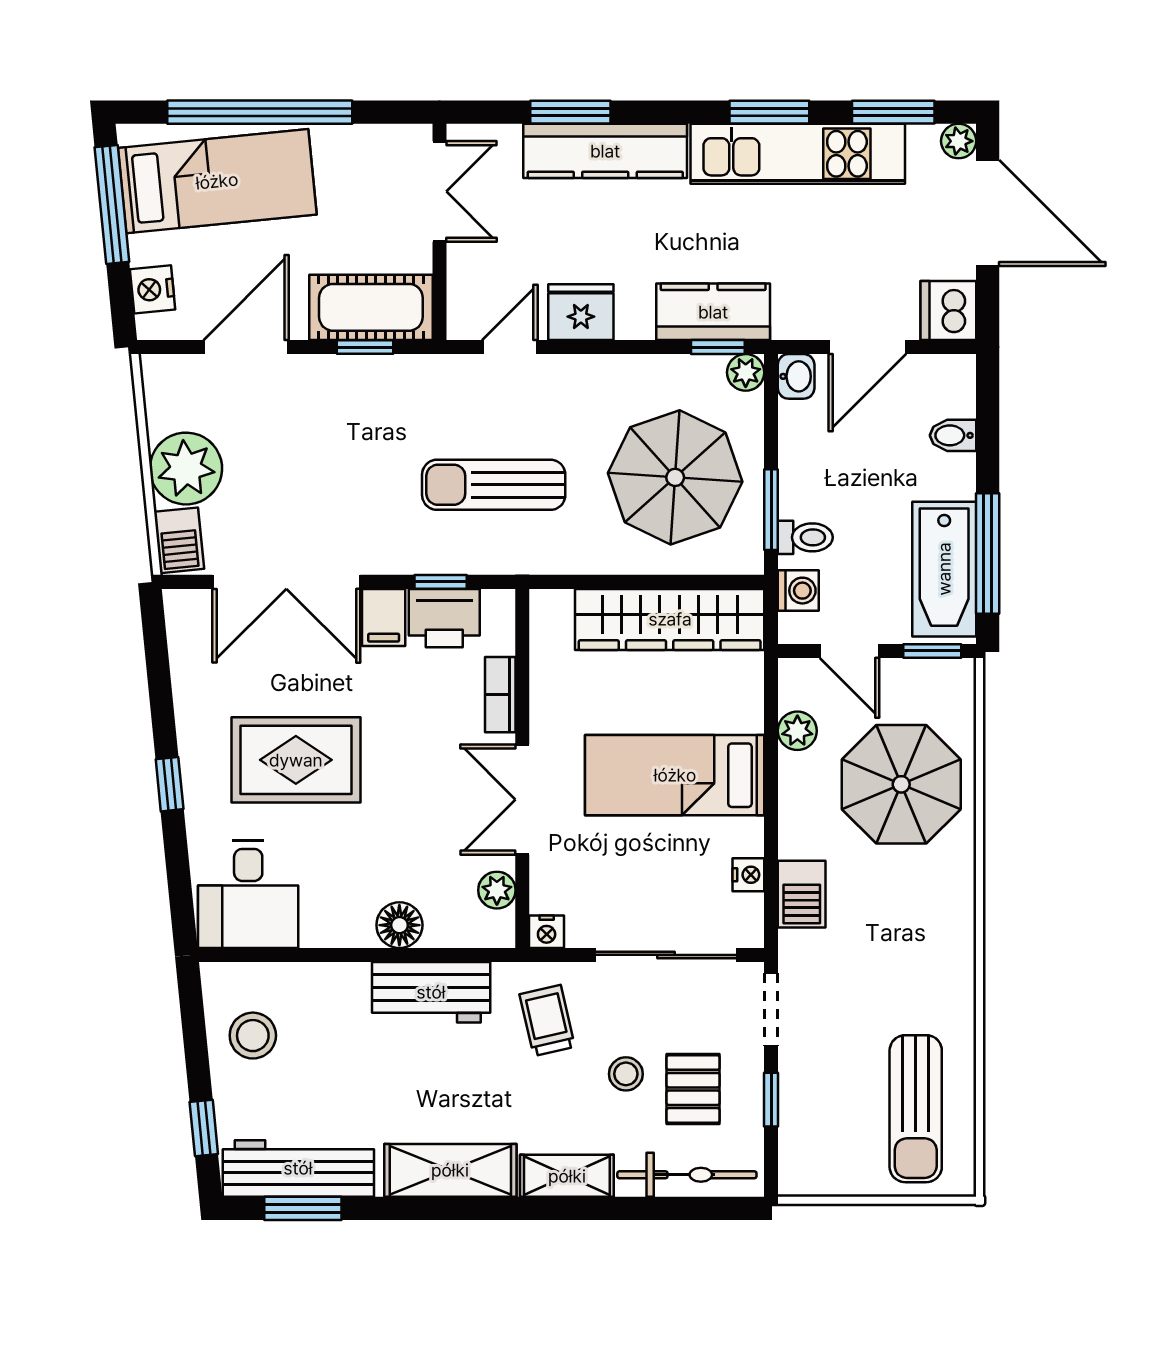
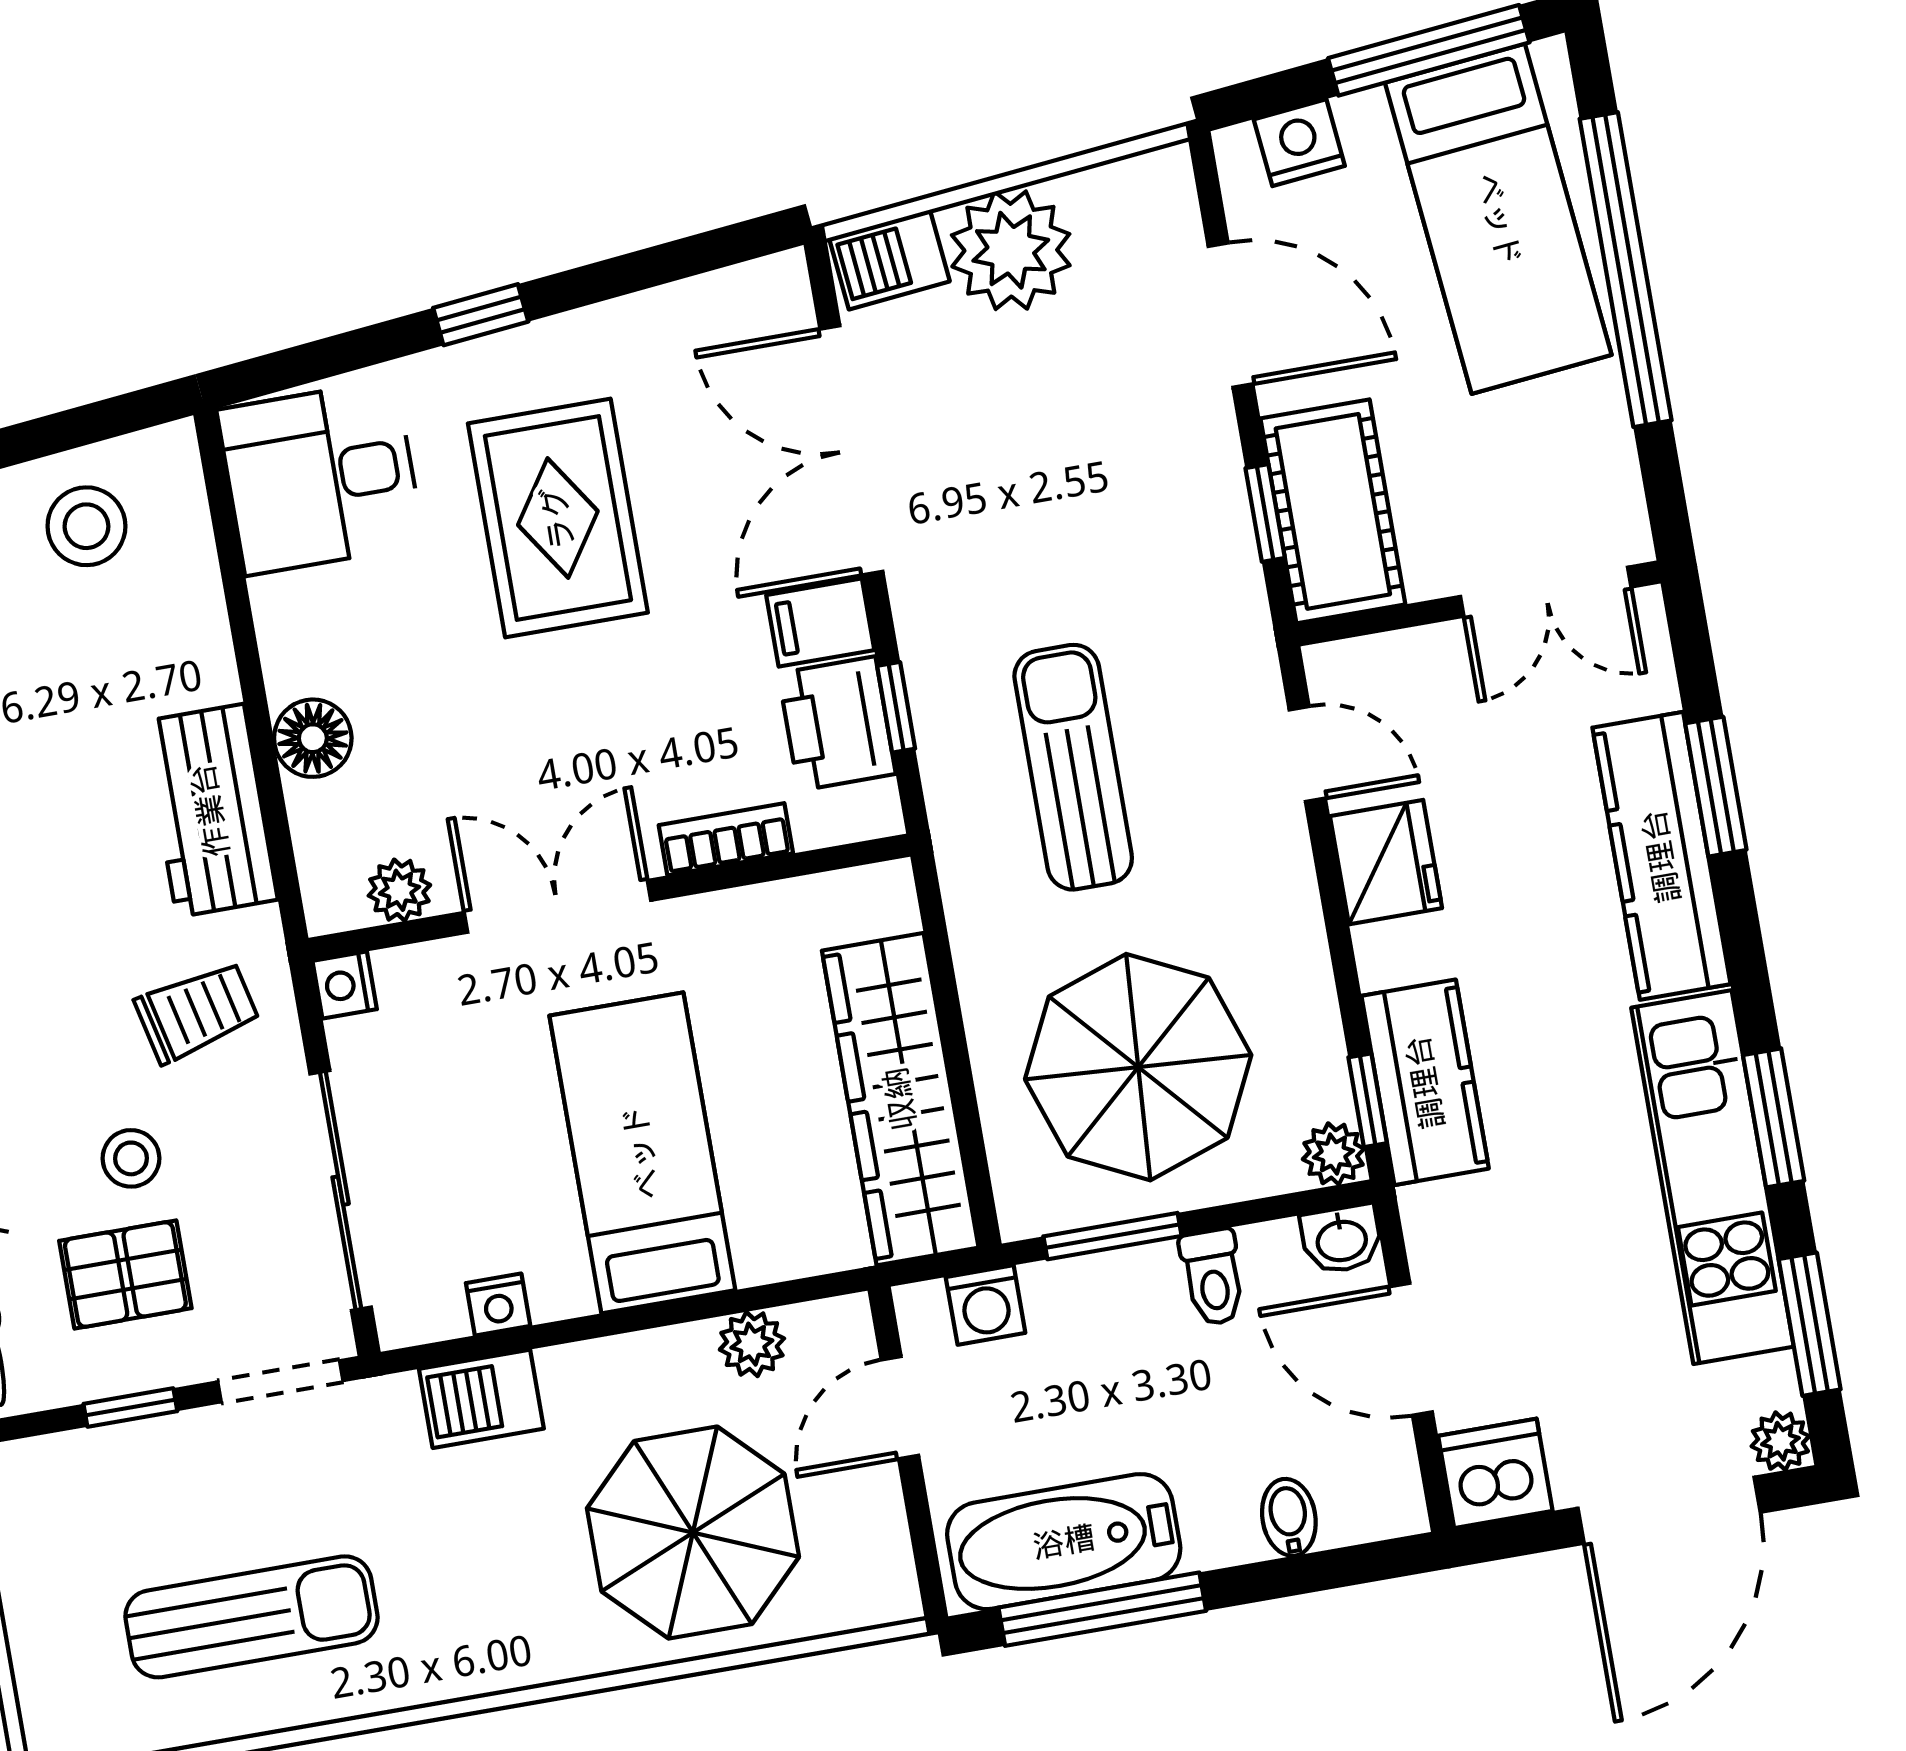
toilet: (805, 537) -> (1213, 1277), moved
window: (932, 651) -> (924, 1546), removed
sun lounger: (916, 1109) -> (251, 1617), moved, turned 180

